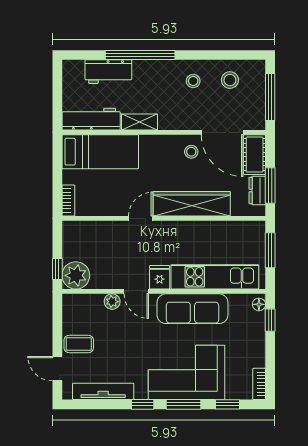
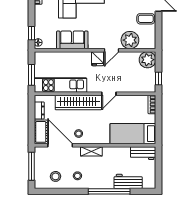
workbench: (91, 119) -> (143, 153), width x0.73
shelving: (139, 122) -> (91, 151), moved
window: (270, 185) -> (32, 113), removed
window: (57, 269) -> (159, 79), moved
kitchen unit: (215, 277) -> (60, 85), moved, turned 180
door: (136, 291) -> (111, 50), swing flipped
plant: (112, 302) -> (130, 40), width x1.87, depth x1.87
sofa: (192, 309) -> (72, 40), width x0.73

